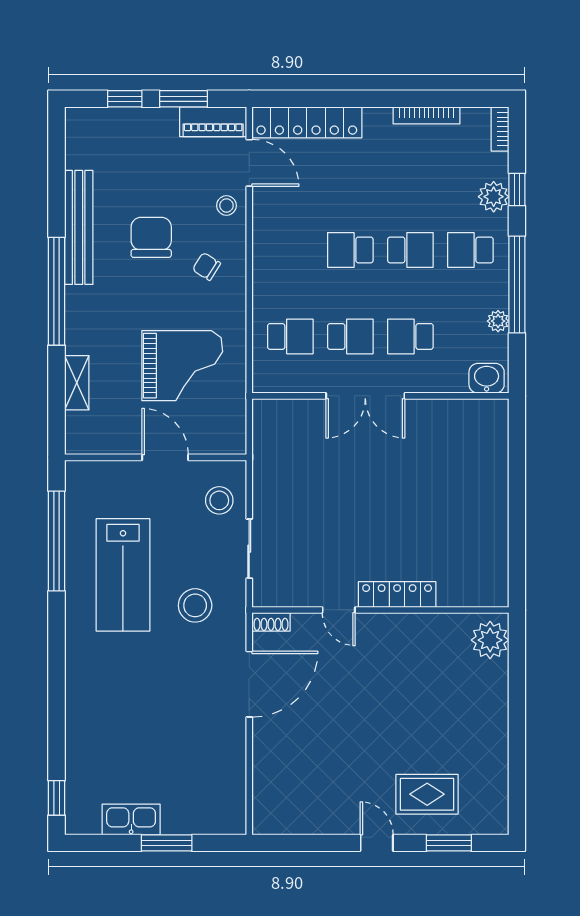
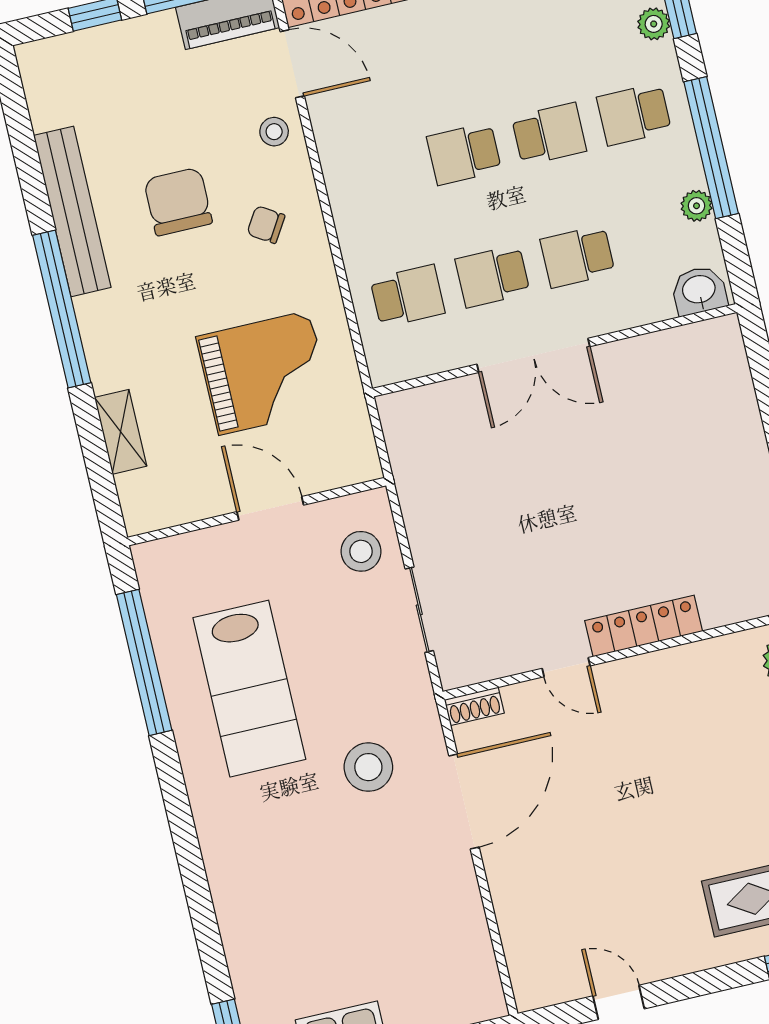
plant: (494, 197) -> (654, 24), width x0.73, depth x0.73
school desk: (350, 336) -> (493, 276), turned 180
stool: (195, 605) -> (368, 767), moved
door: (377, 843) -> (619, 1002), moved

